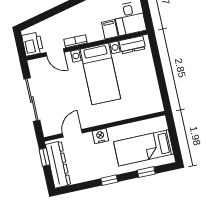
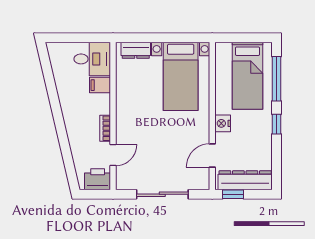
dresser: (132, 45) -> (136, 50), moved, turned 90
bed with nightstands: (100, 74) -> (181, 76), moved, turned 90
door: (72, 133) -> (212, 155), hinge flipped
window: (146, 172) -> (277, 79), width x2.17

